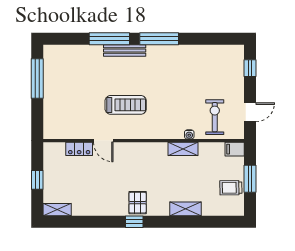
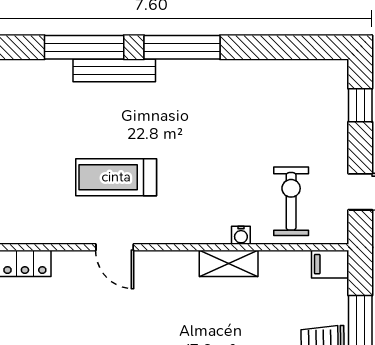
treadmill: (126, 105) -> (116, 177), turned 180
door: (103, 141) -> (115, 247), moved

